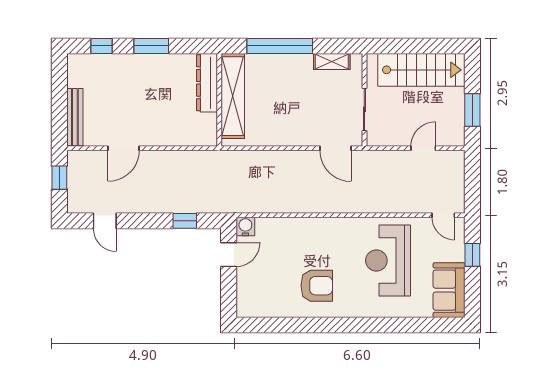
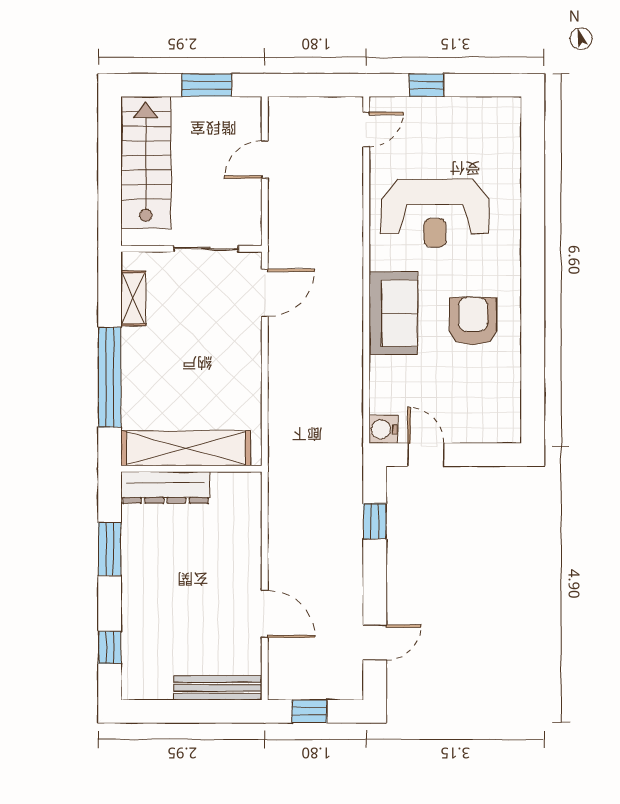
window: (151, 46) -> (110, 549), moved
door: (423, 148) -> (265, 160), hinge flipped
sofa: (449, 290) -> (393, 313), moved, turned -90

